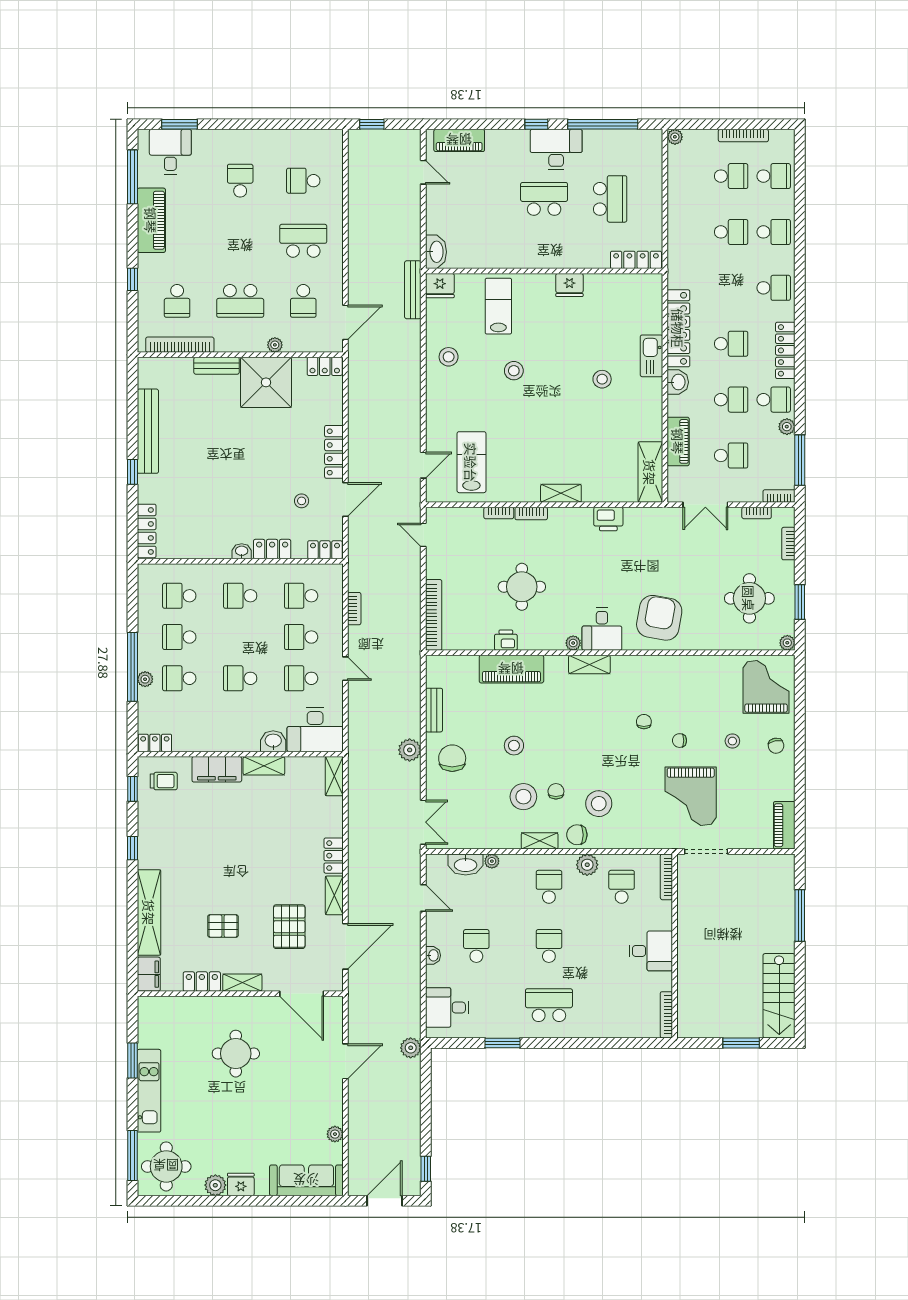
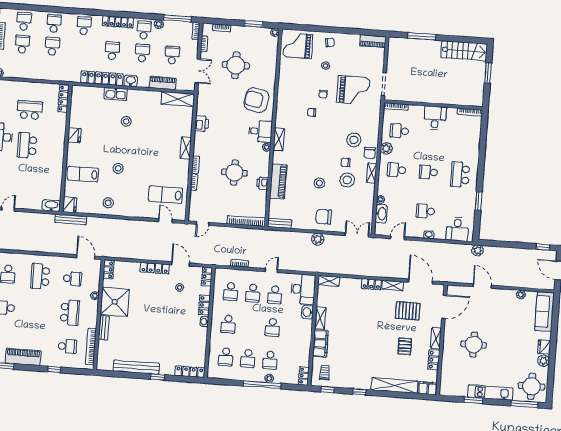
round table: (749, 598) -> (236, 65), moved
bench: (434, 710) -> (279, 223), moved

